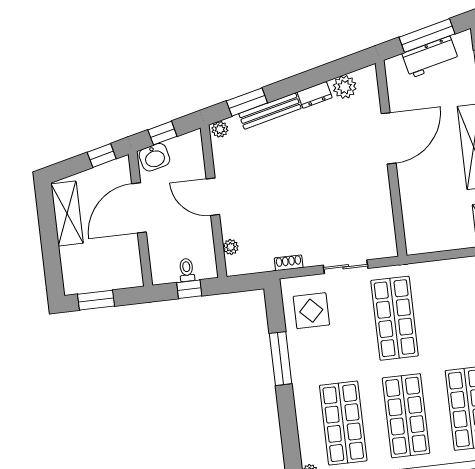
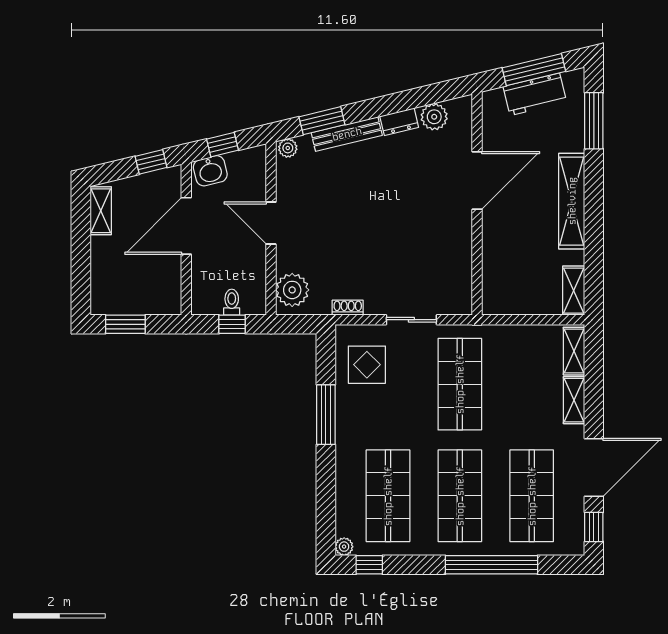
shelving: (67, 213) -> (101, 211), width x0.67, depth x0.75
plant: (231, 247) -> (292, 290), width x1.87, depth x1.87

